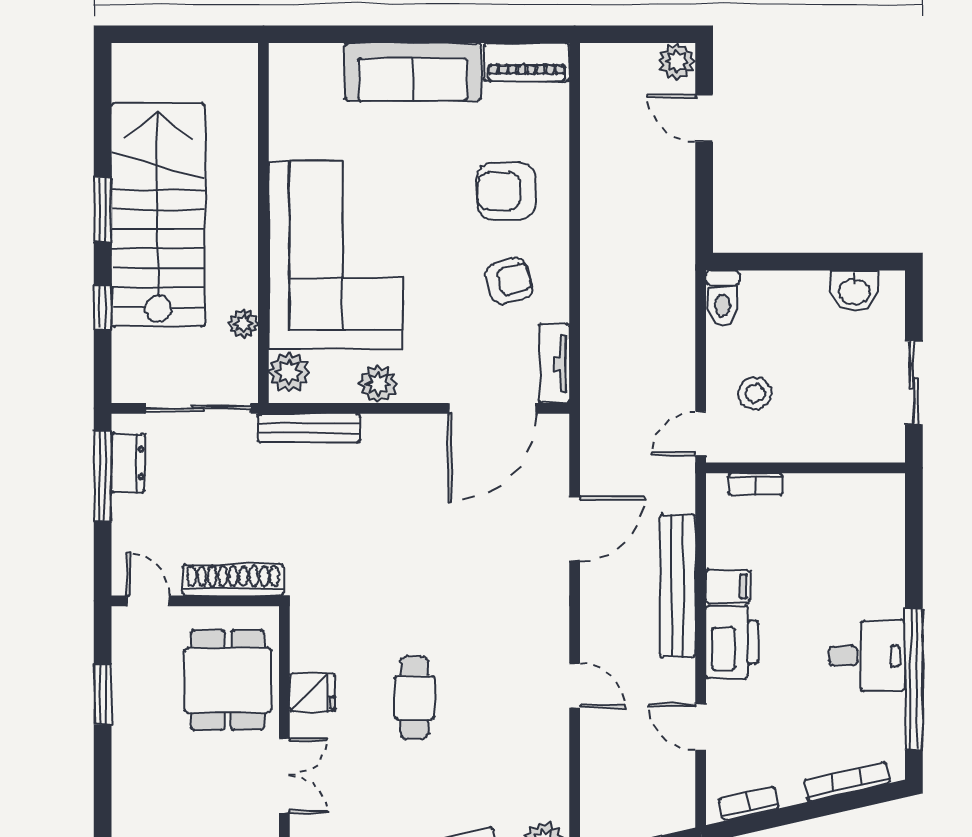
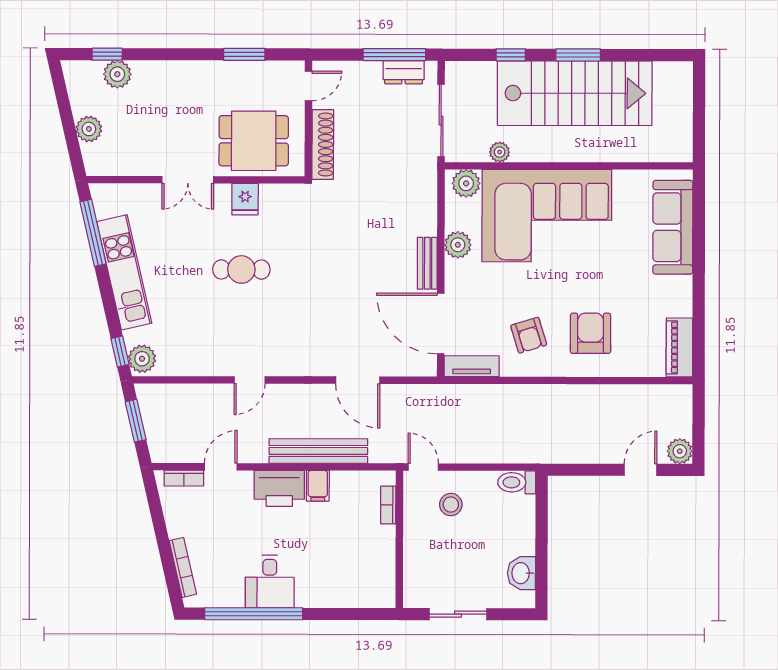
sofa: (413, 72) -> (673, 227), moved
bench: (309, 428) -> (427, 263), moved, width x0.73
bookcase: (749, 804) -> (184, 478), moved, turned 103

